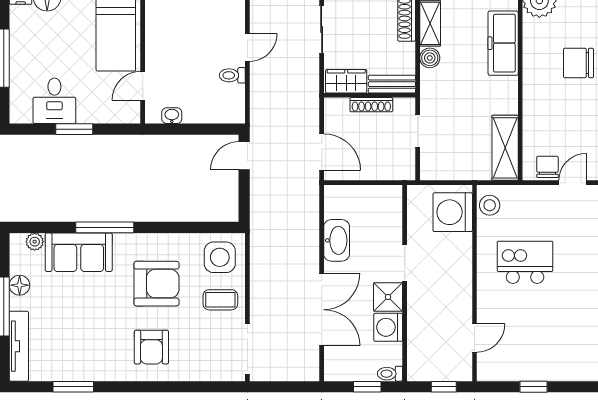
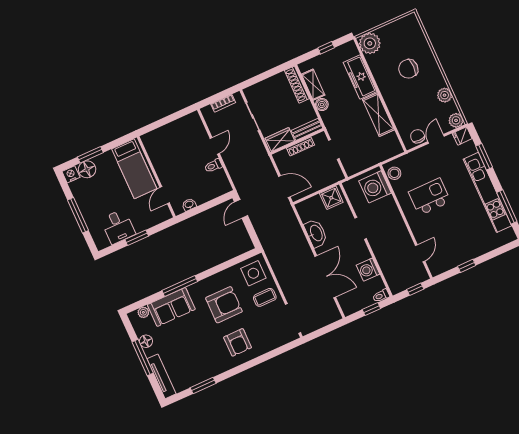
shelving: (505, 148) -> (378, 115), moved
shower: (388, 297) -> (331, 198), moved

